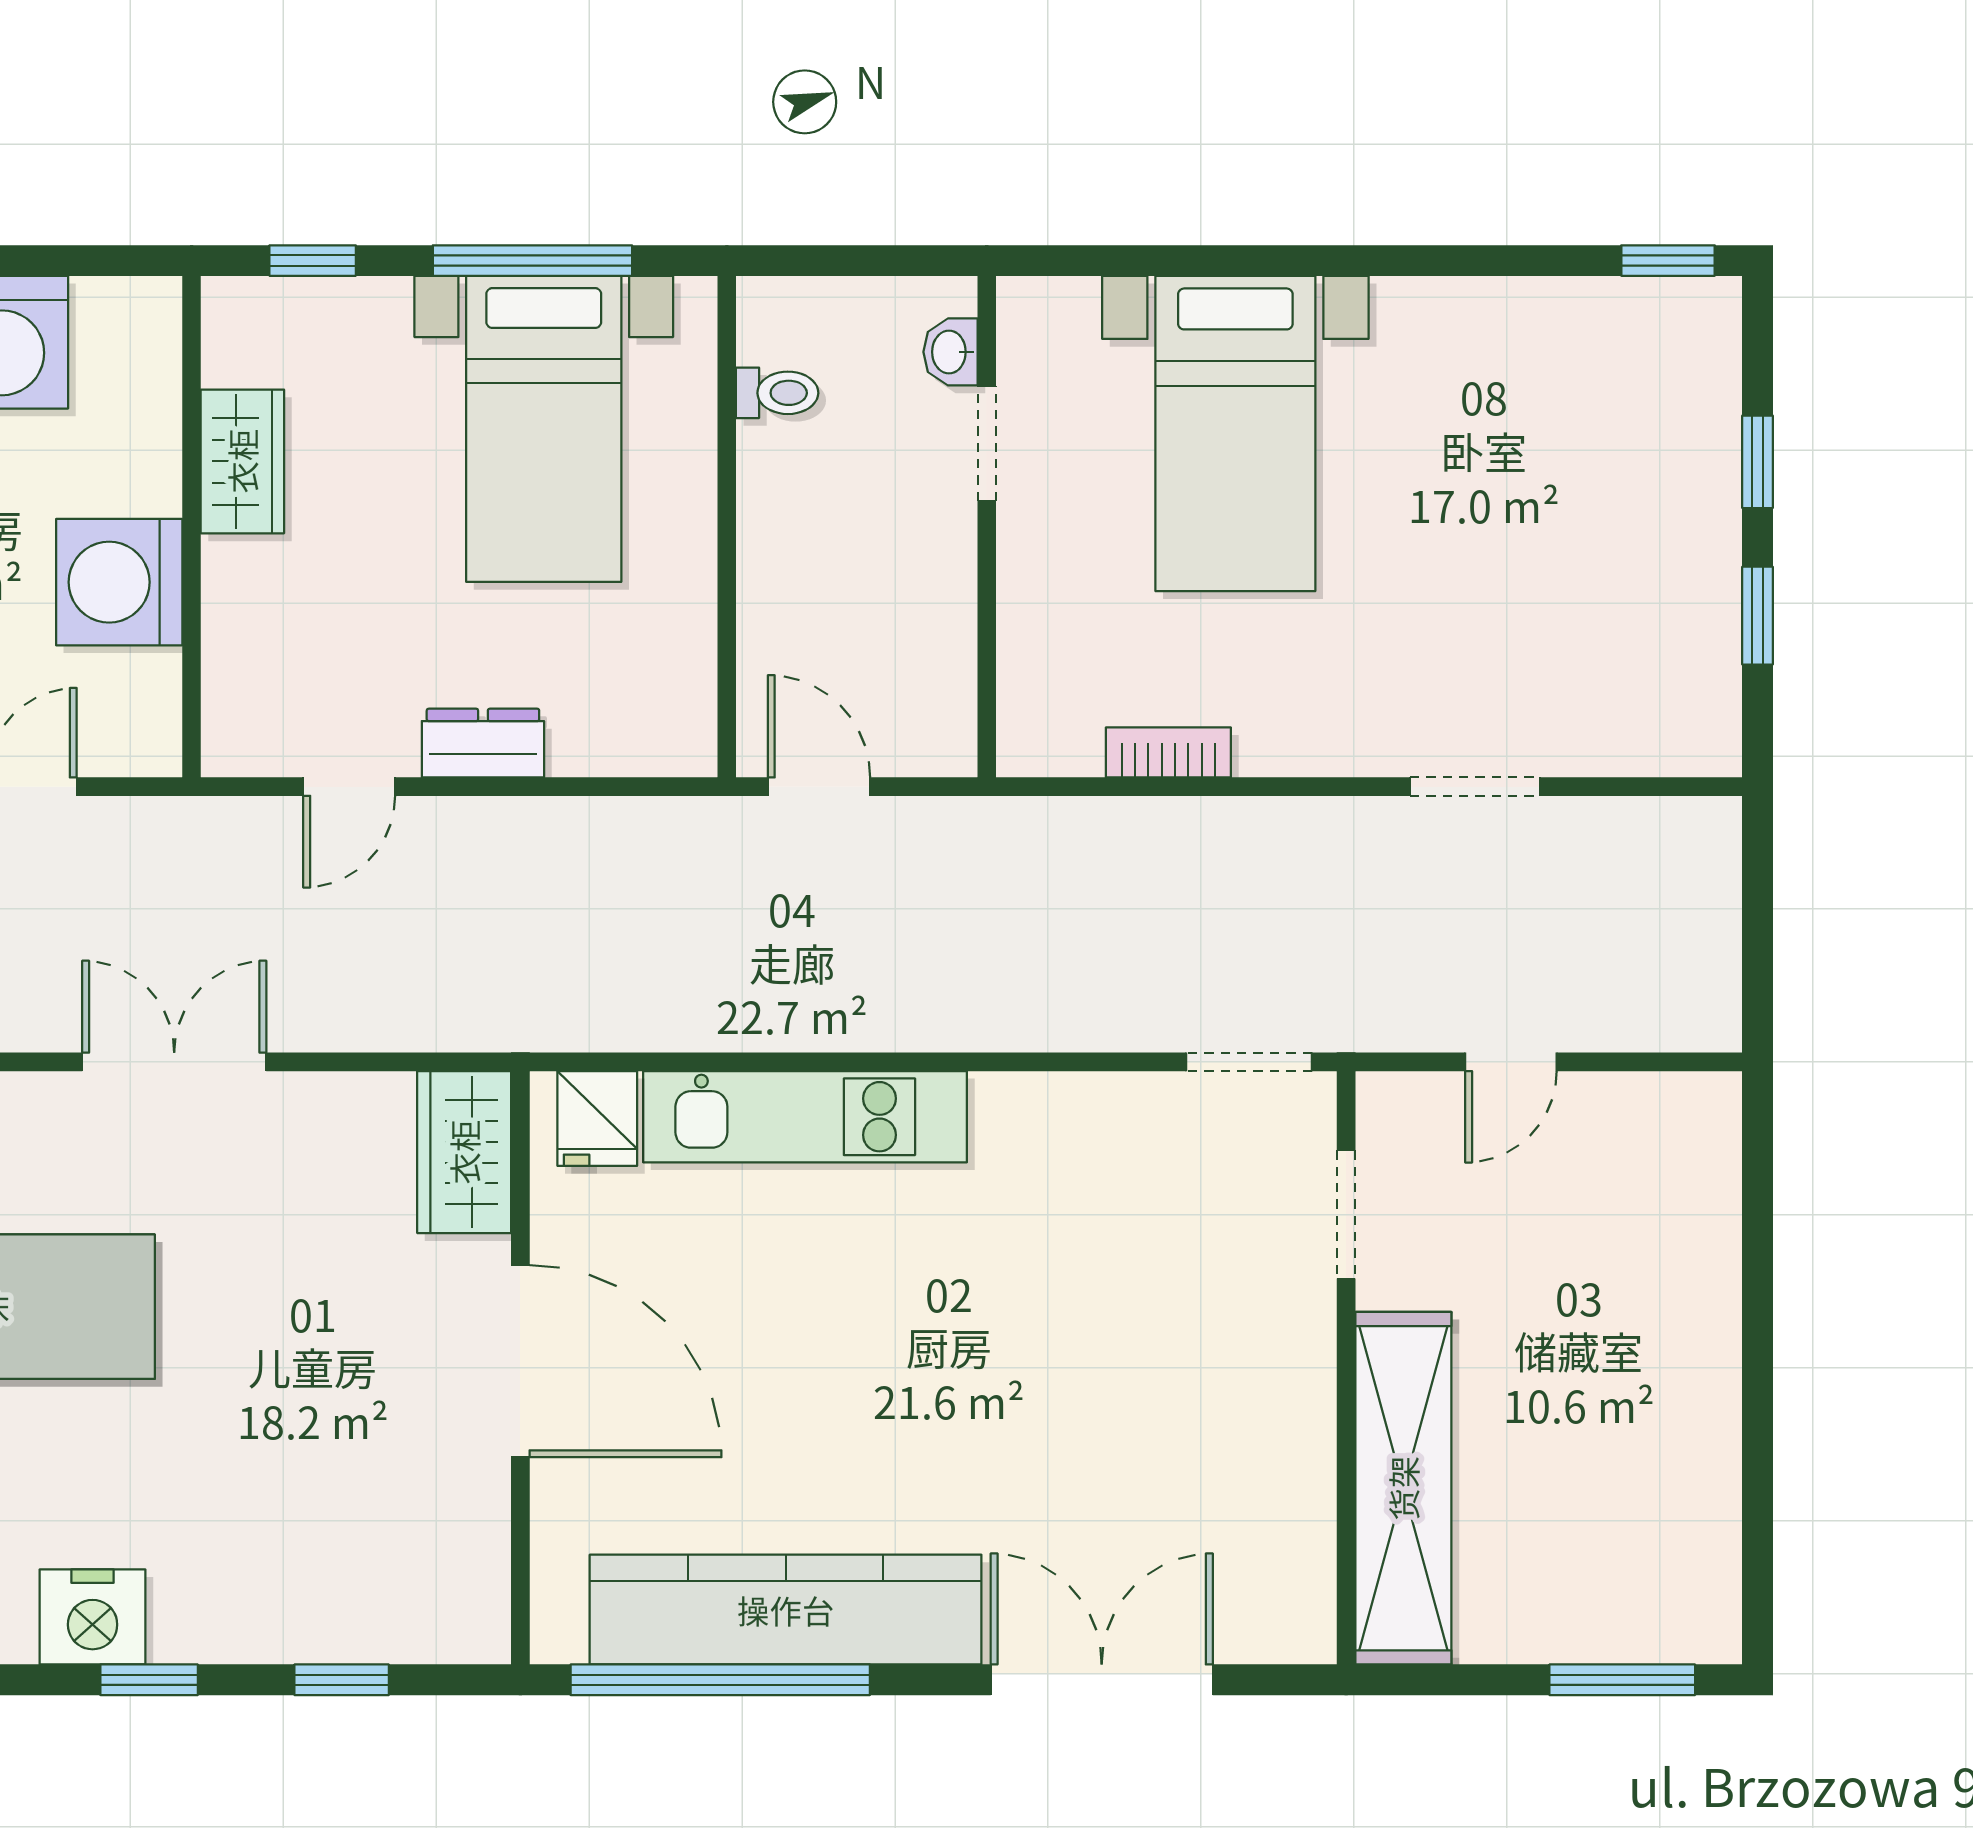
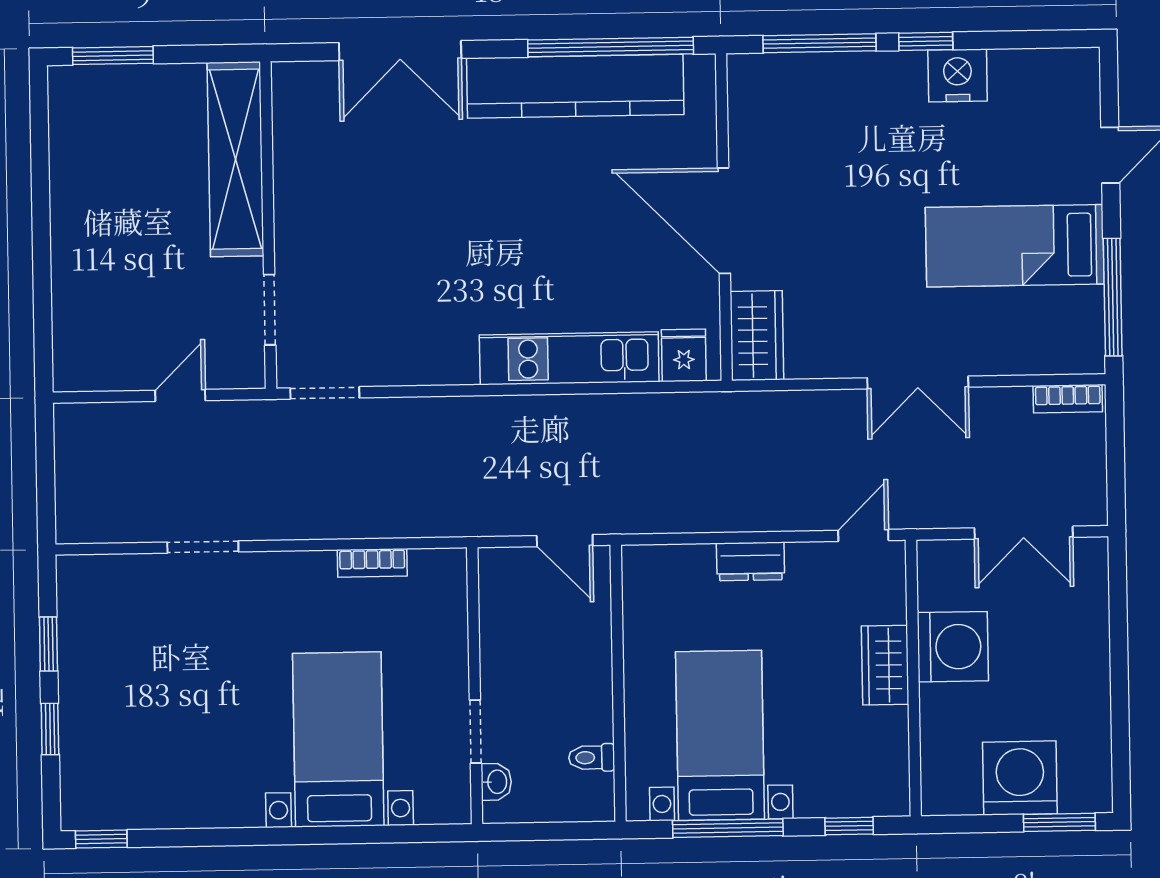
wardrobe: (242, 461) -> (885, 665), moved
door: (349, 787) -> (863, 535), moved
window: (342, 1680) -> (819, 43), width x2.17

